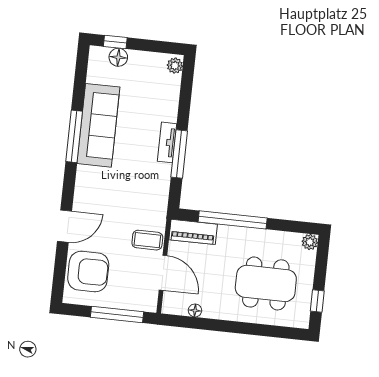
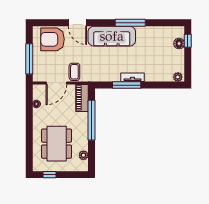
sofa: (98, 125) -> (112, 36), moved
plant: (310, 242) -> (83, 155), moved
armchair: (88, 271) -> (52, 39), turned 90

